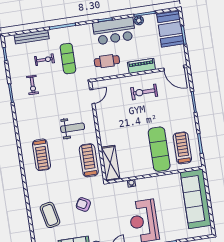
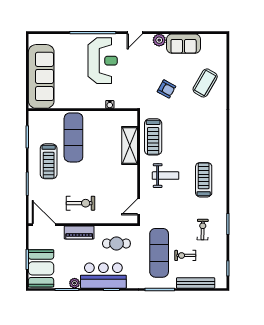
exercise mat: (68, 59) -> (159, 253), width x1.36, depth x1.45
weight bench: (73, 128) -> (166, 176), turned 180
treadmill: (182, 148) -> (49, 161), moved
treadmill: (41, 155) -> (204, 180), moved
shelving: (110, 163) -> (130, 145), moved
coffee table: (50, 215) -> (205, 83), turned 42

